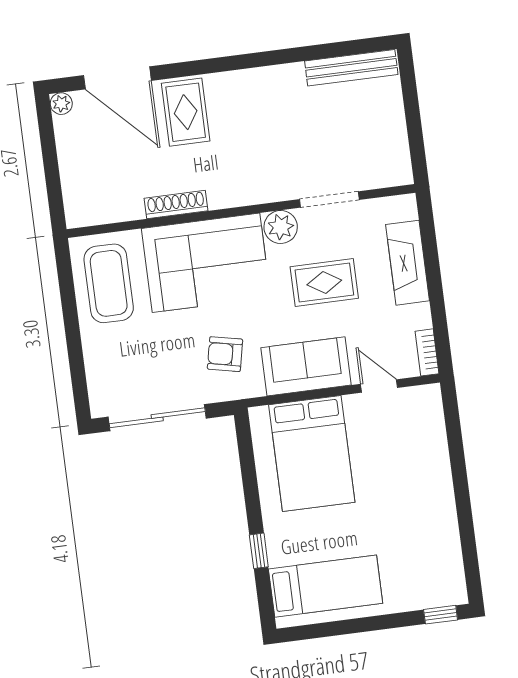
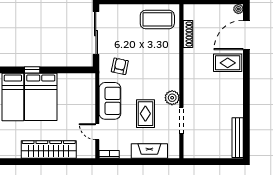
shoe rack: (176, 204) -> (188, 34), moved
corner sofa: (206, 263) -> (161, 63), removed
door: (379, 386) -> (97, 132), swing flipped
bed: (312, 453) -> (41, 97), moved, turned -90
wardrobe: (434, 490) -> (49, 150), added

